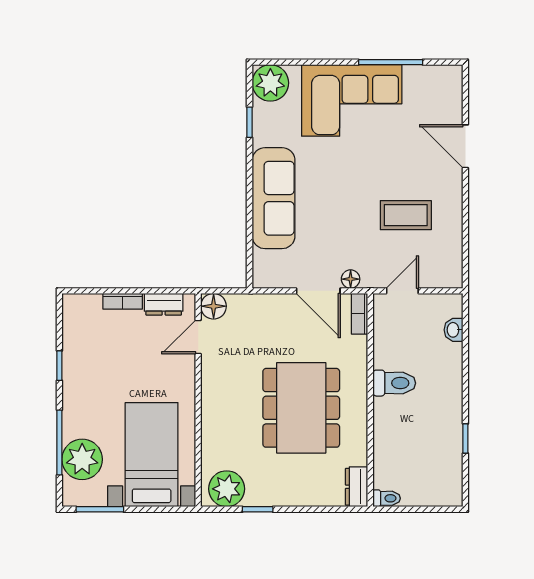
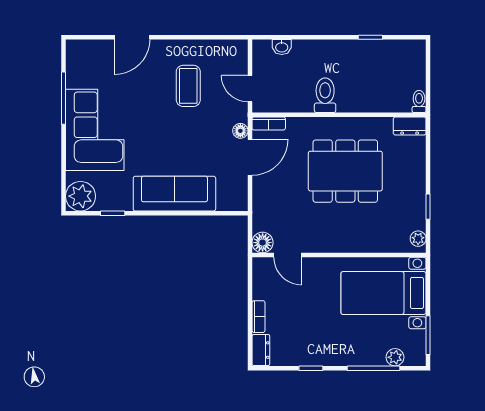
dresser: (164, 304) -> (261, 350), moved
plant: (82, 459) -> (395, 357), width x0.53, depth x0.53
plant: (227, 489) -> (418, 239), width x0.53, depth x0.53

